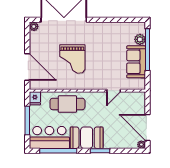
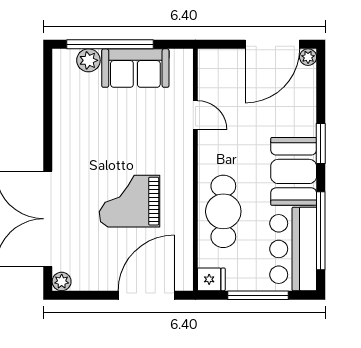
grand piano: (72, 59) -> (130, 201), turned 180

